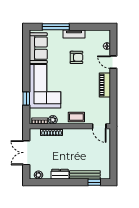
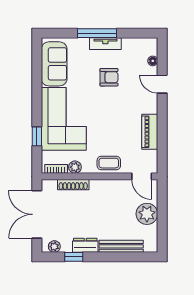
window: (56, 27) -> (97, 33), moved
piano: (105, 85) -> (150, 132), moved
plant: (103, 152) -> (147, 214), added
double door: (26, 153) -> (37, 214), width x1.37
window: (94, 182) -> (74, 257), moved

